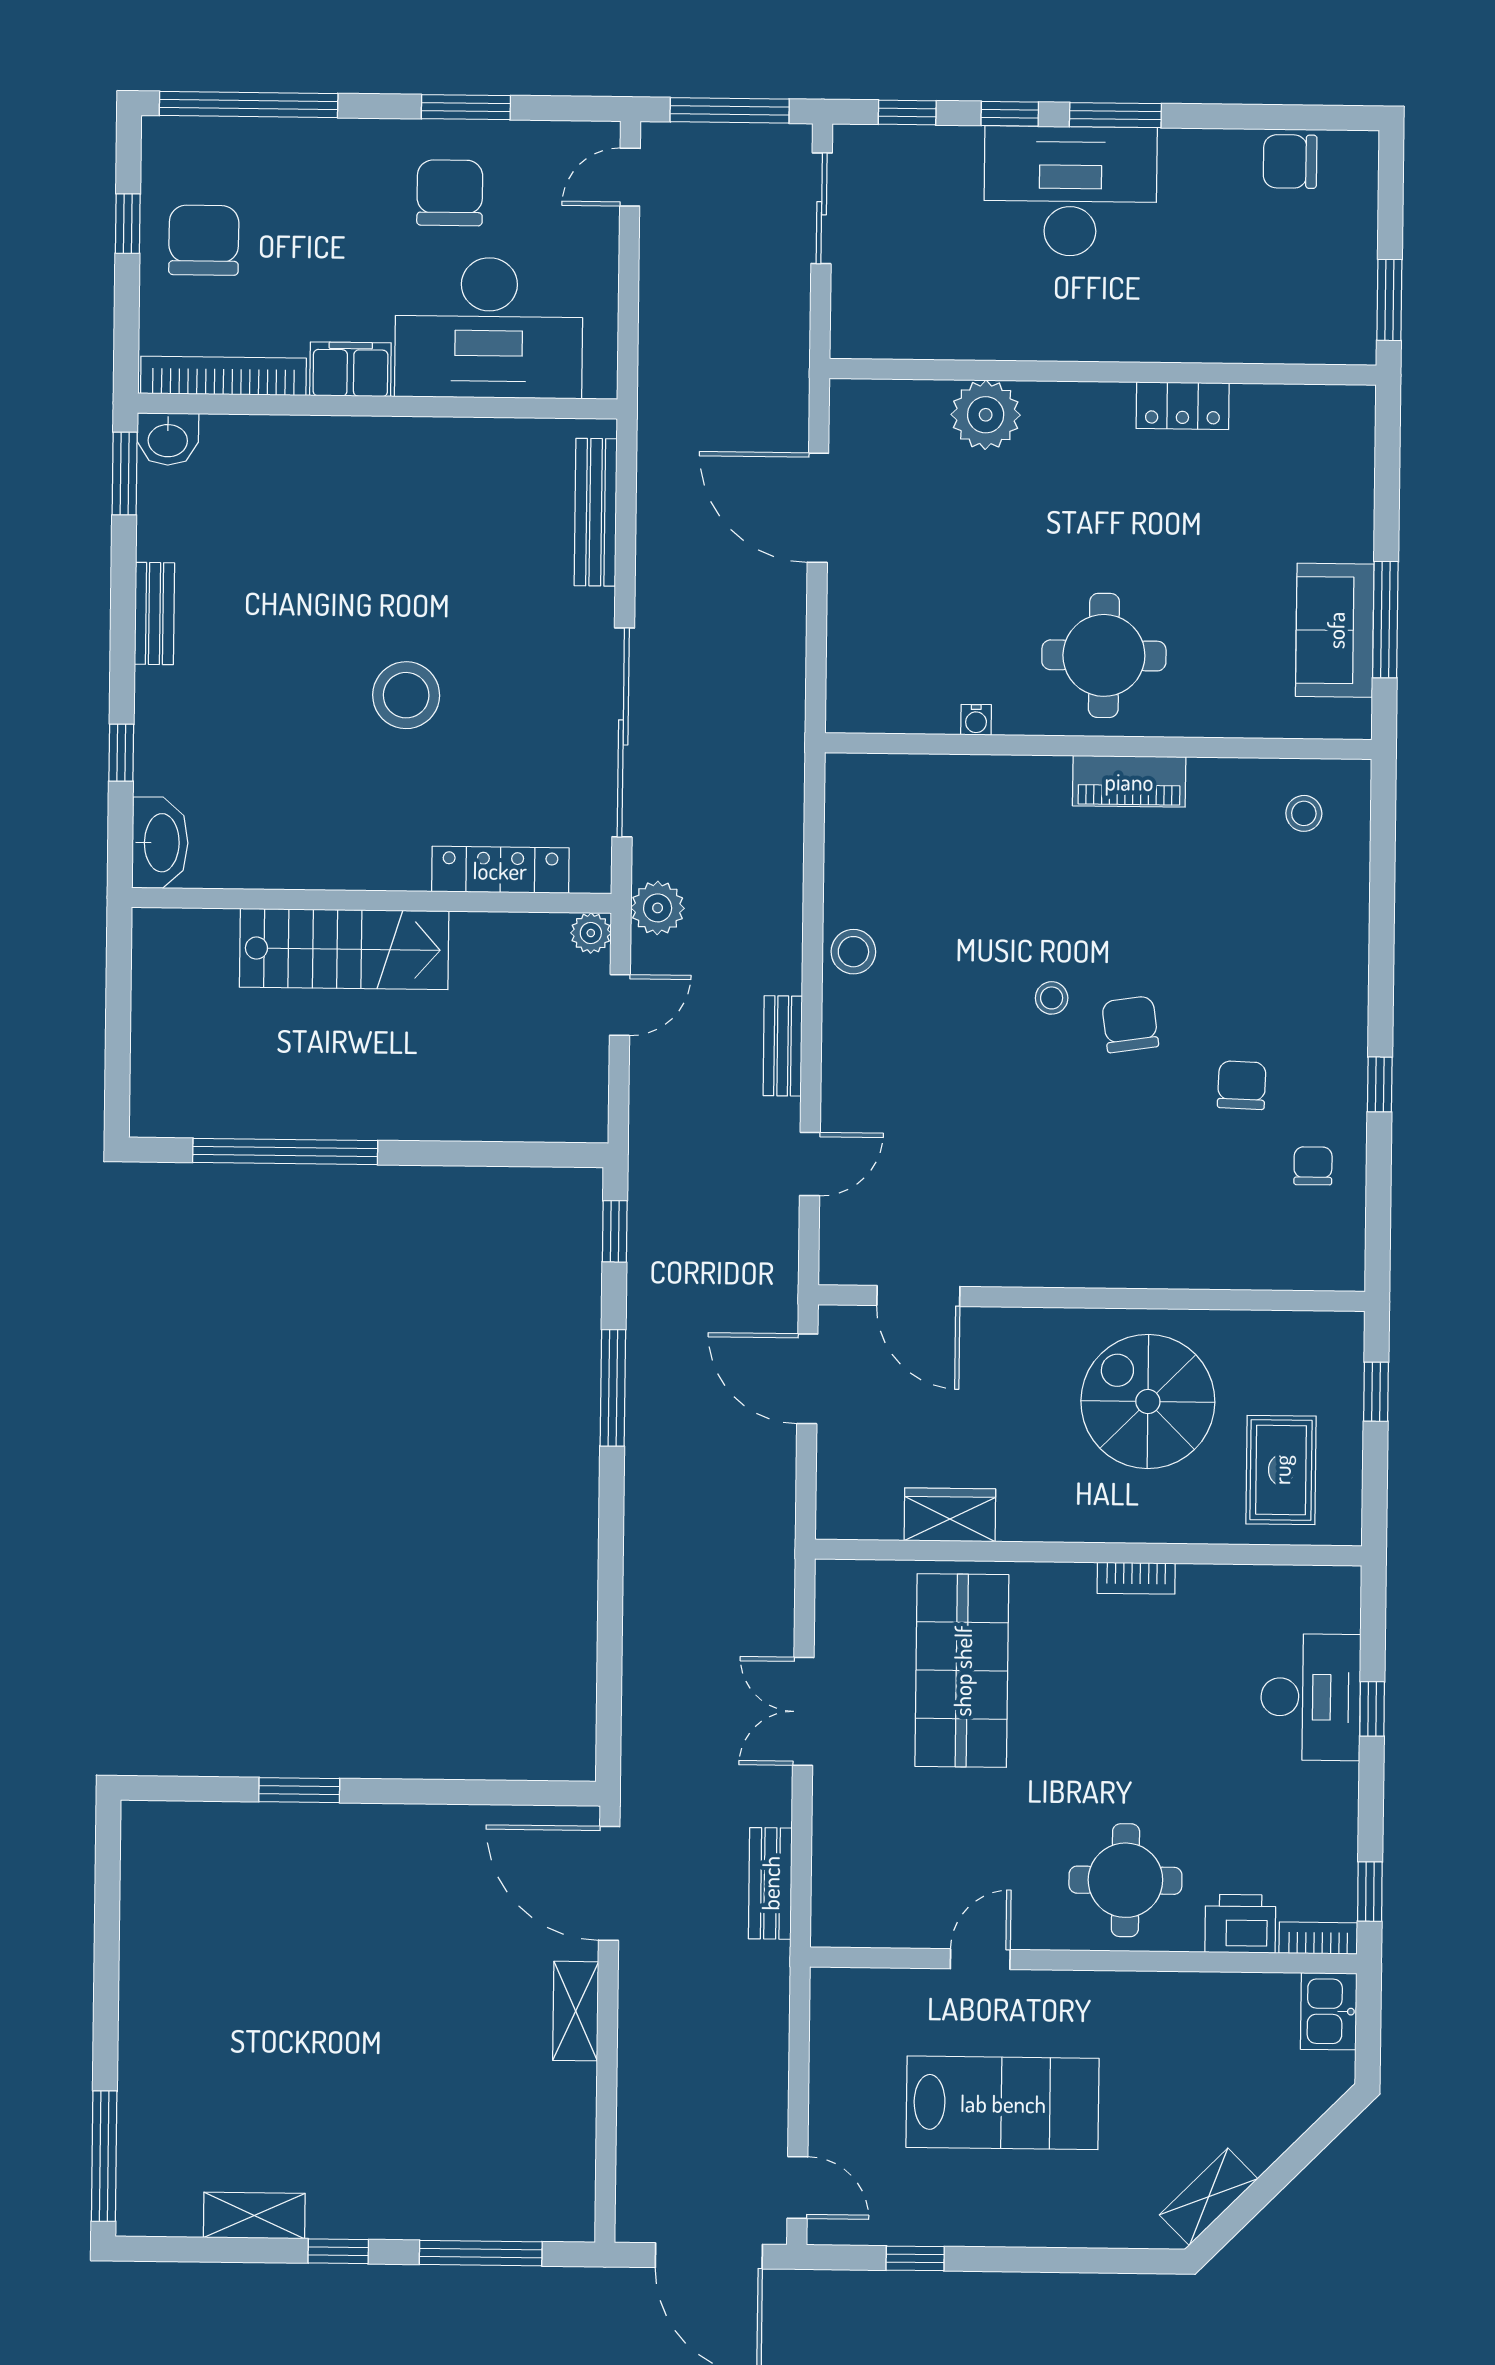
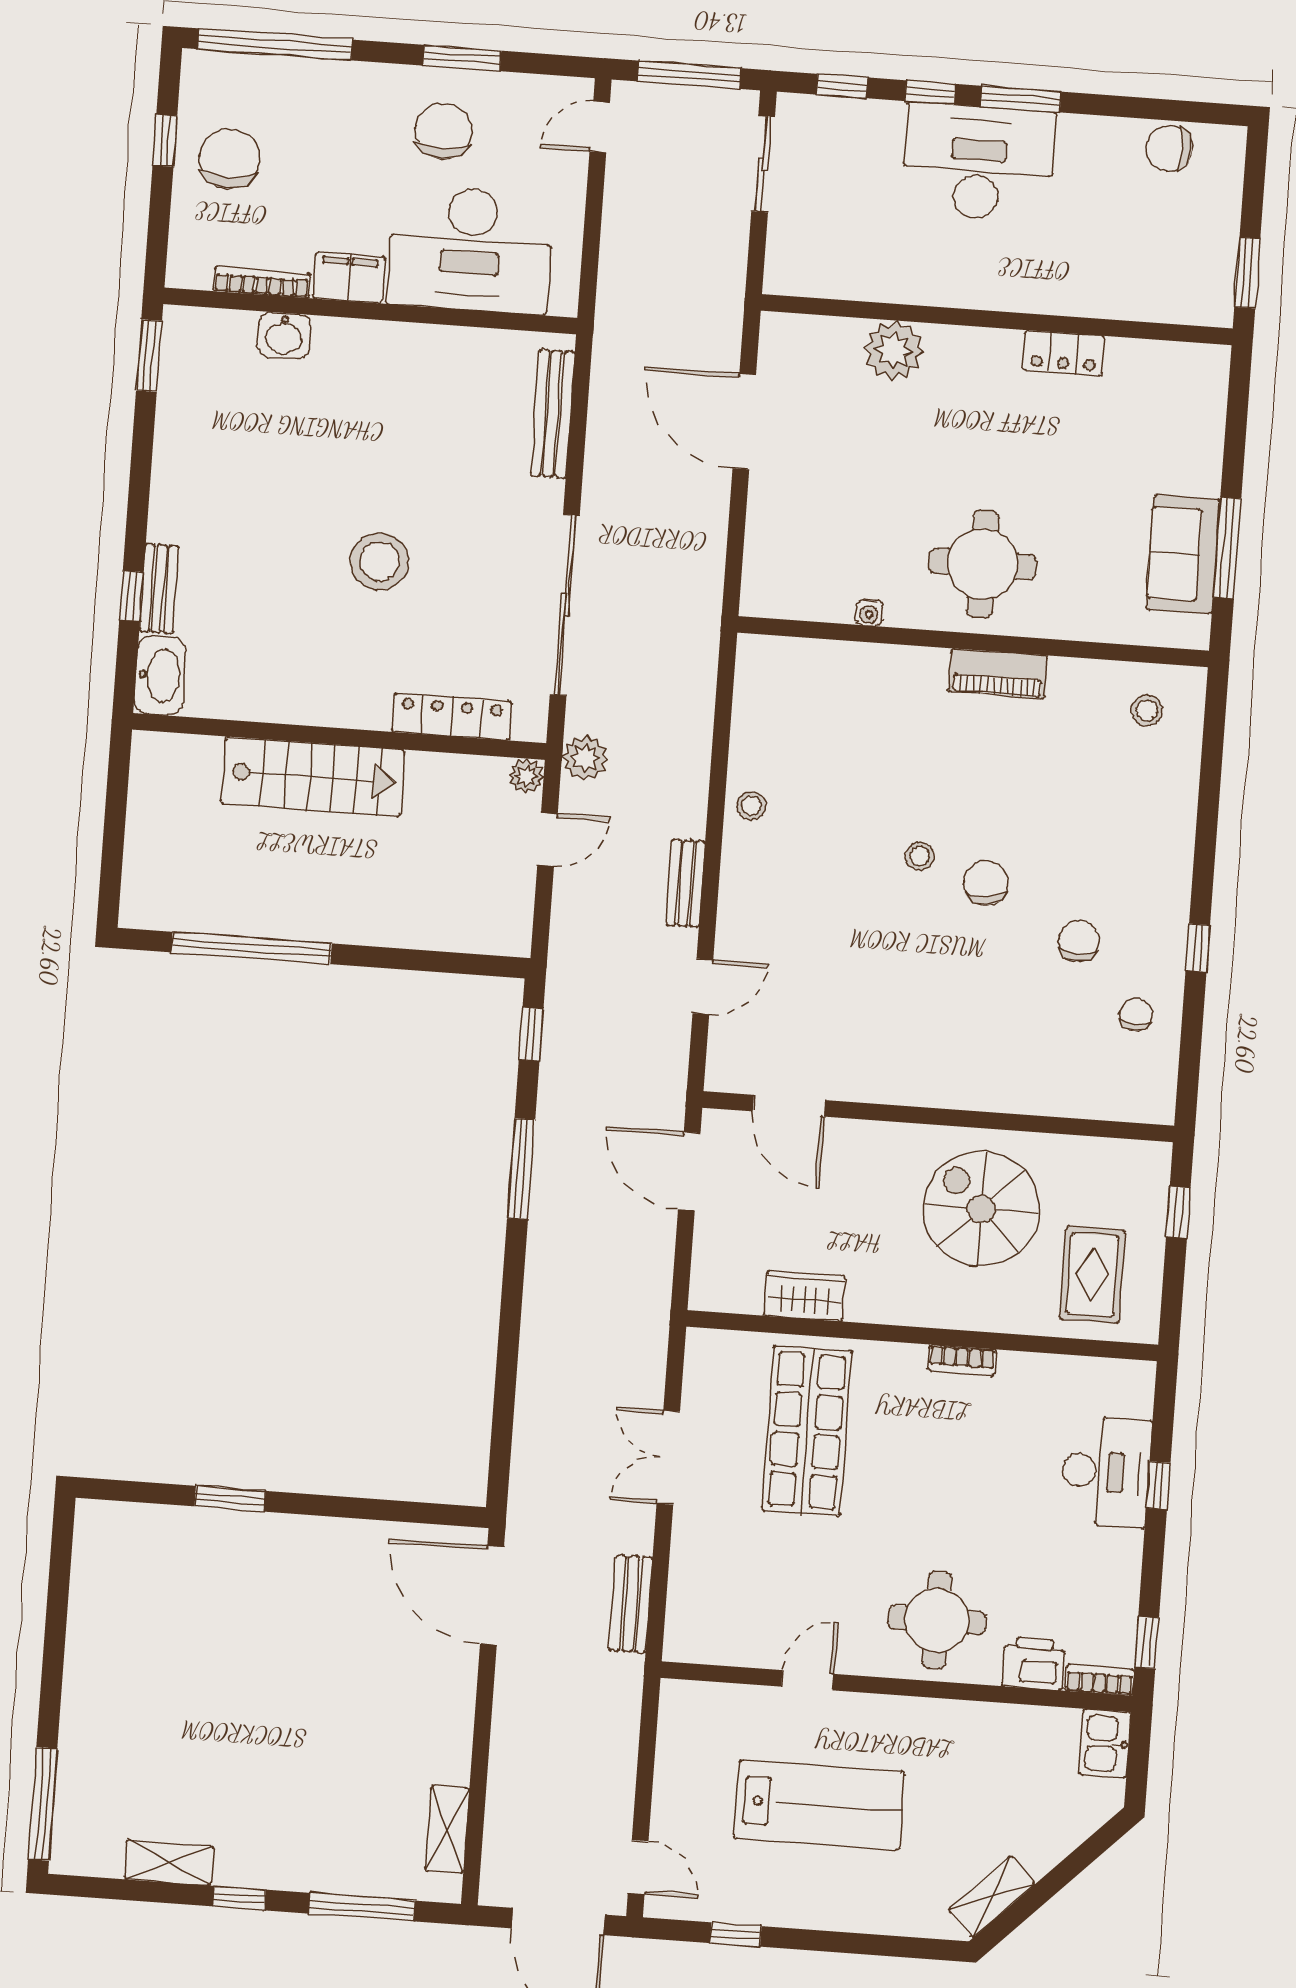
bookcase: (223, 376) -> (262, 282), width x0.68, depth x0.76
washbasin: (168, 439) -> (284, 335), moved
bench: (155, 614) -> (159, 589), moved
stool: (853, 952) -> (751, 806), width x0.73, depth x0.73
shelving: (576, 2011) -> (447, 1829), moved

